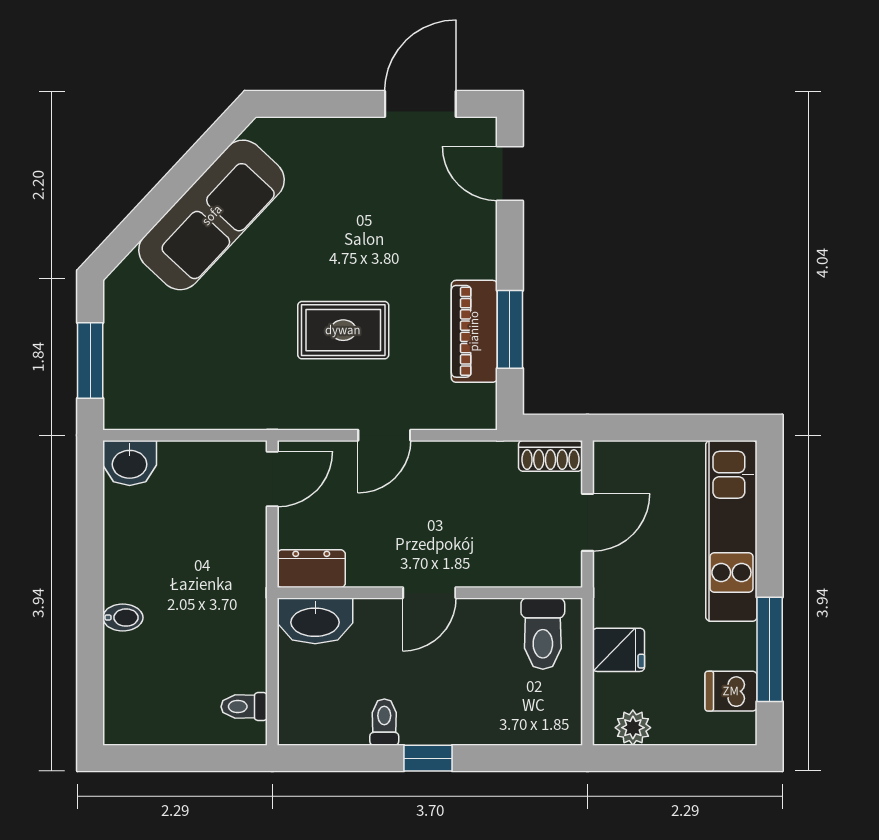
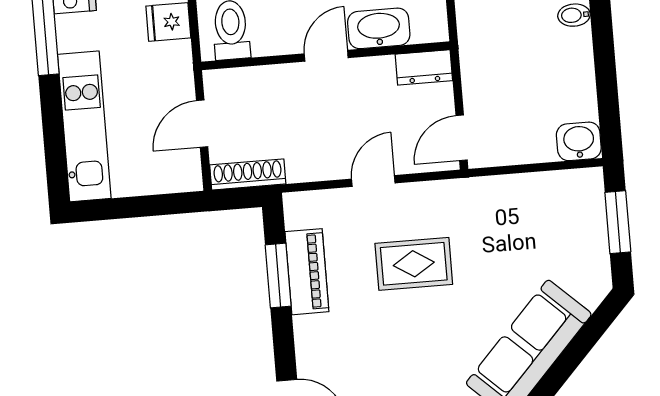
shoe rack: (550, 456) -> (248, 174), width x1.43
washbasin: (315, 621) -> (379, 28), moved

